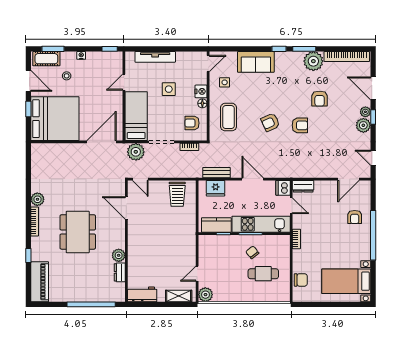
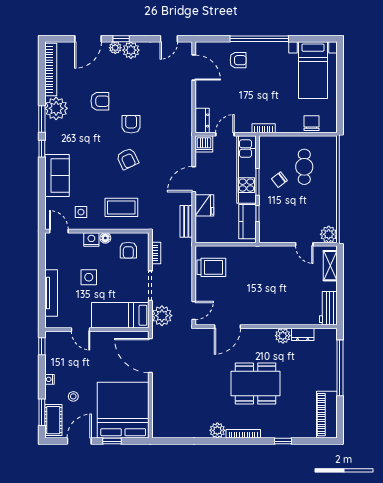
fridge: (216, 188) -> (204, 205), moved
piano: (40, 282) -> (327, 415), moved, turned -90

